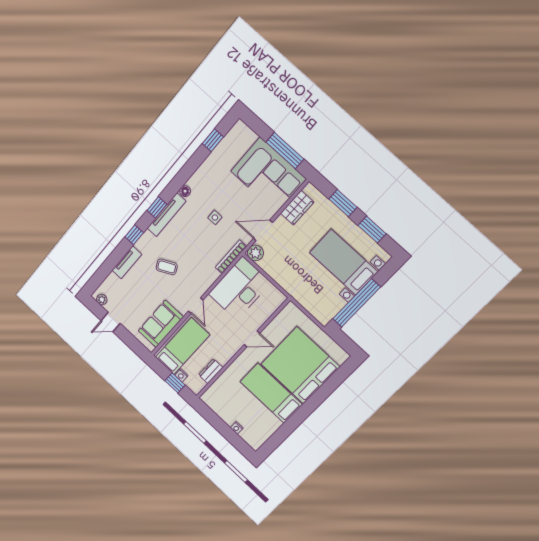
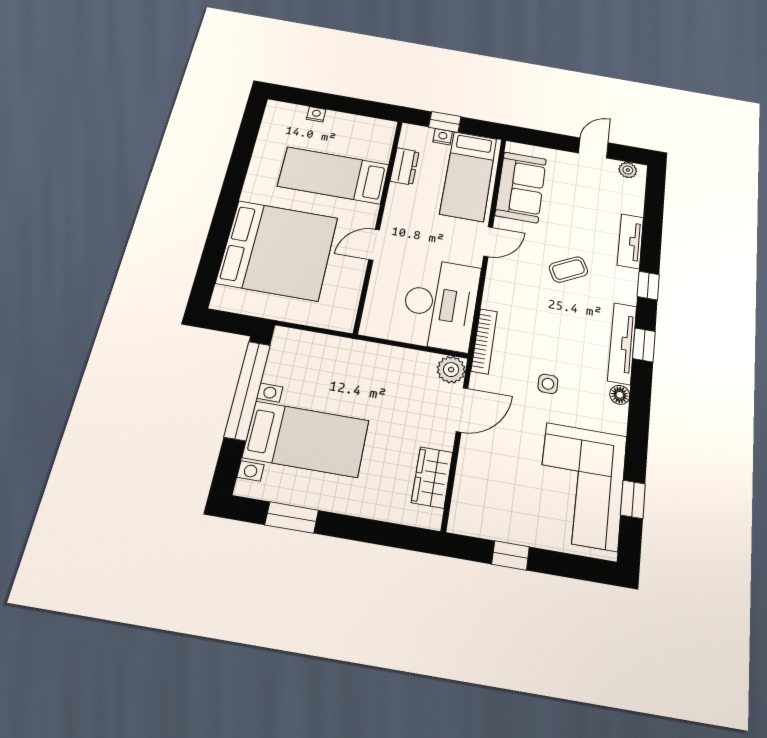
window: (285, 151) -> (510, 555), width x0.46
corner sofa: (268, 175) -> (581, 486), moved, turned -90
window: (343, 203) -> (364, 530), removed
door: (196, 306) -> (488, 242), swing flipped
bed: (271, 393) -> (333, 175), moved, turned 180

